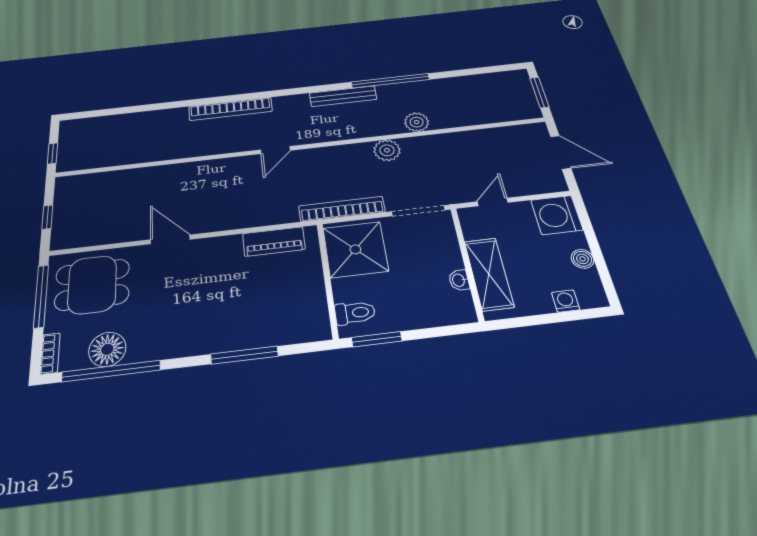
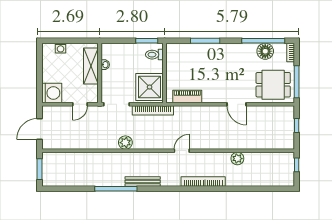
plant: (417, 122) -> (237, 159), moved
door: (561, 152) -> (40, 129), hinge flipped
boiler: (582, 259) -> (47, 68), removed

